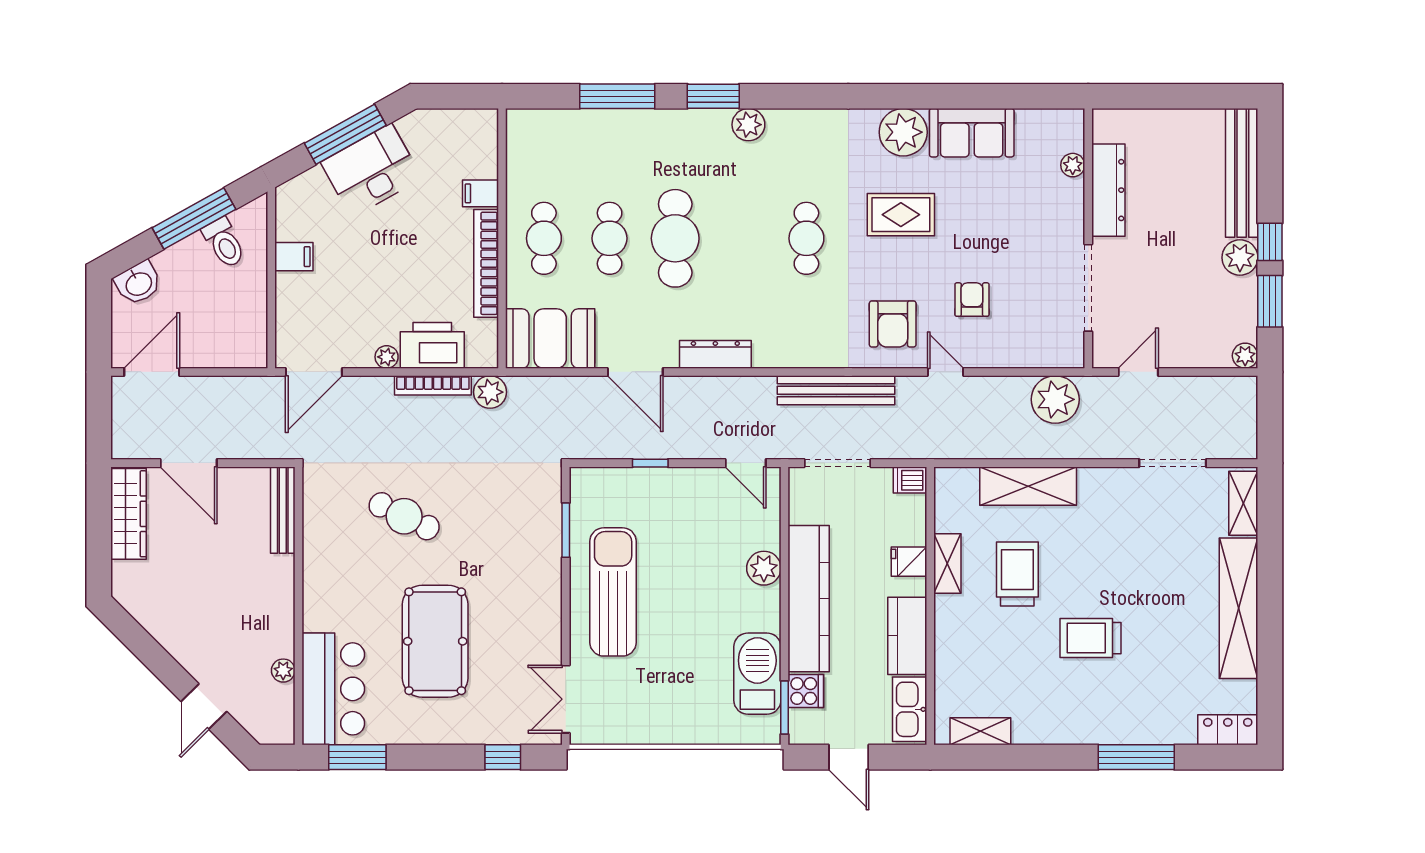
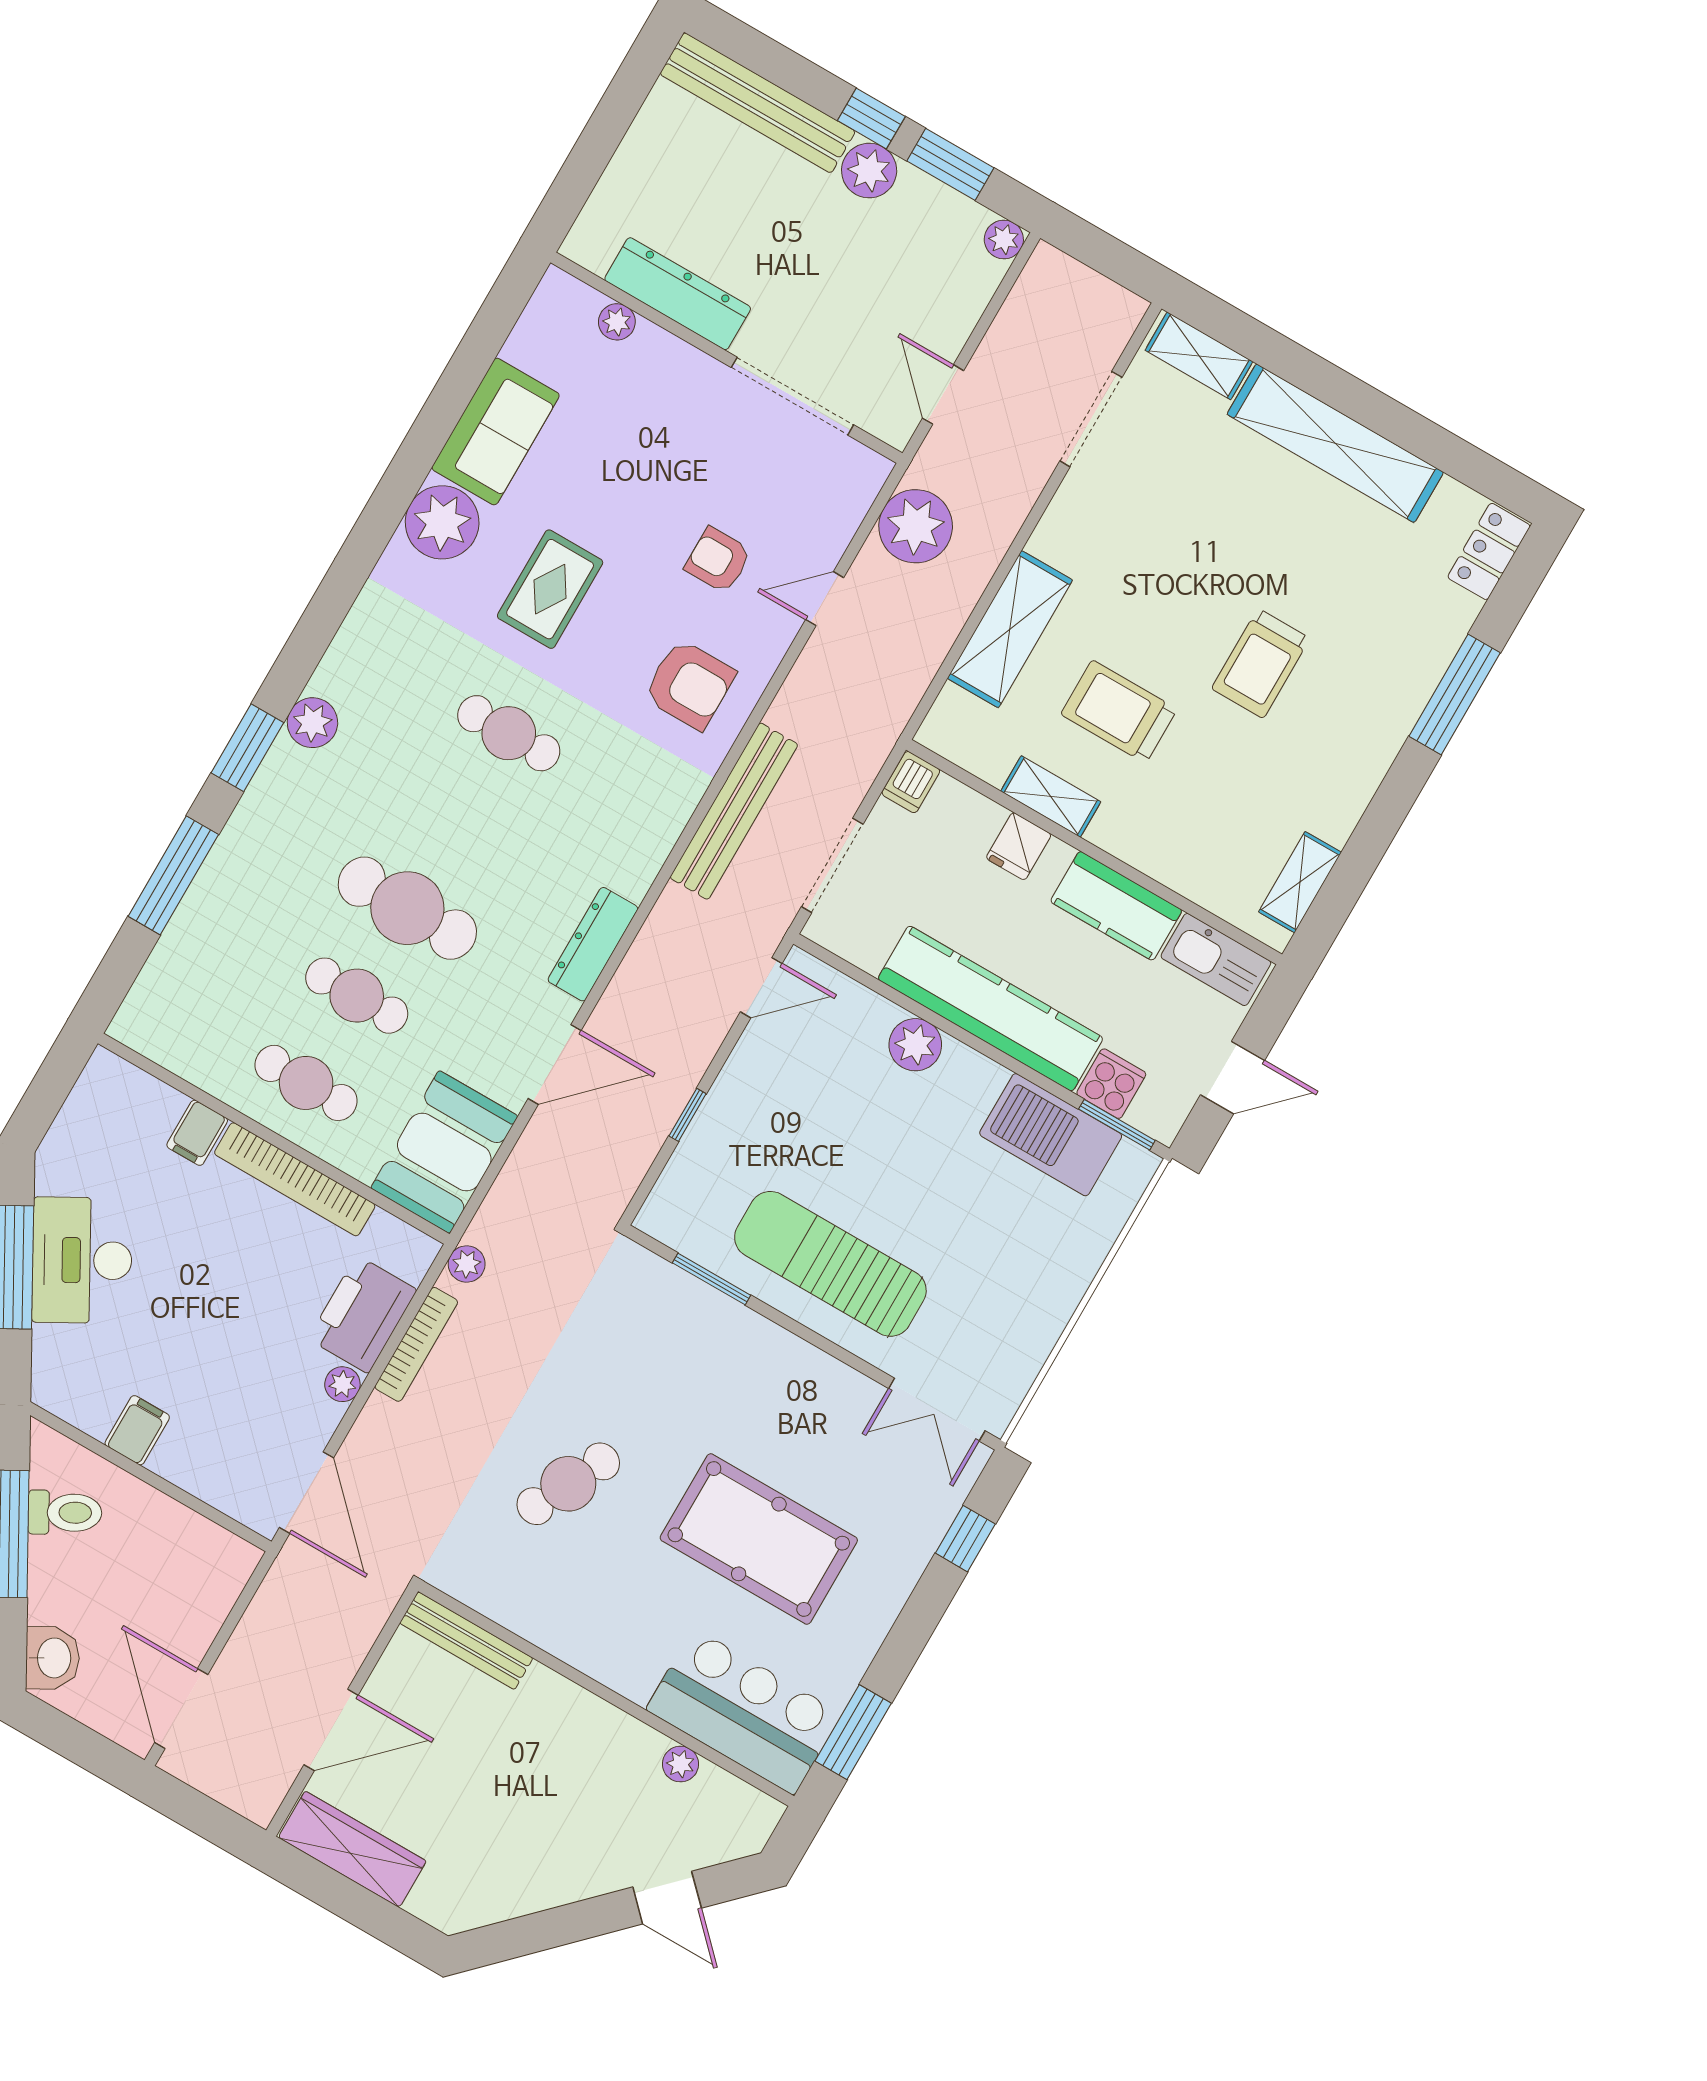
door: (945, 372) -> (825, 599), moved
plant: (490, 392) -> (467, 1264), width x0.73, depth x0.73

